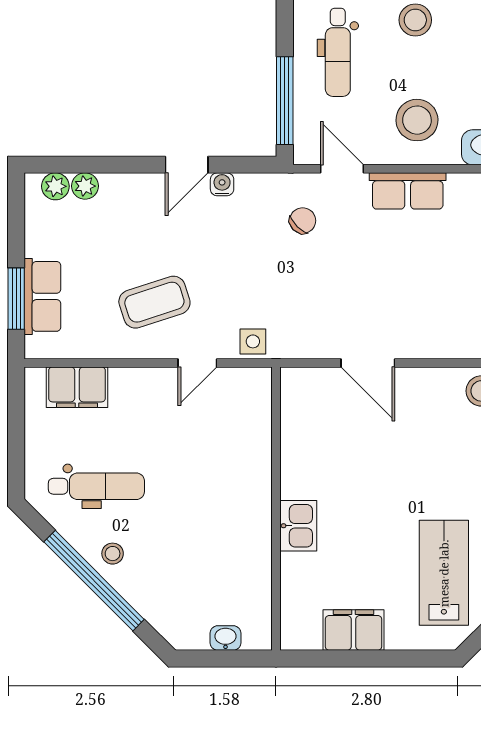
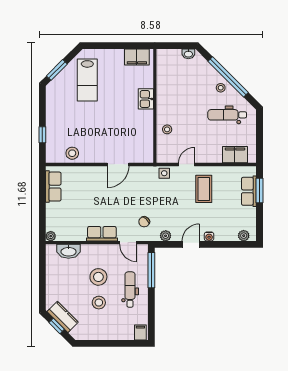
stool: (417, 120) -> (98, 277), moved
water cooler: (222, 184) -> (209, 236), moved
plant: (85, 186) -> (166, 236), moved
coffee table: (154, 302) -> (204, 189), turned -72
door: (368, 363) -> (118, 164), swing flipped
stool: (246, 450) -> (167, 129), added
filing cabinet: (354, 630) -> (137, 57), moved
washbasin: (226, 638) -> (188, 54), moved

